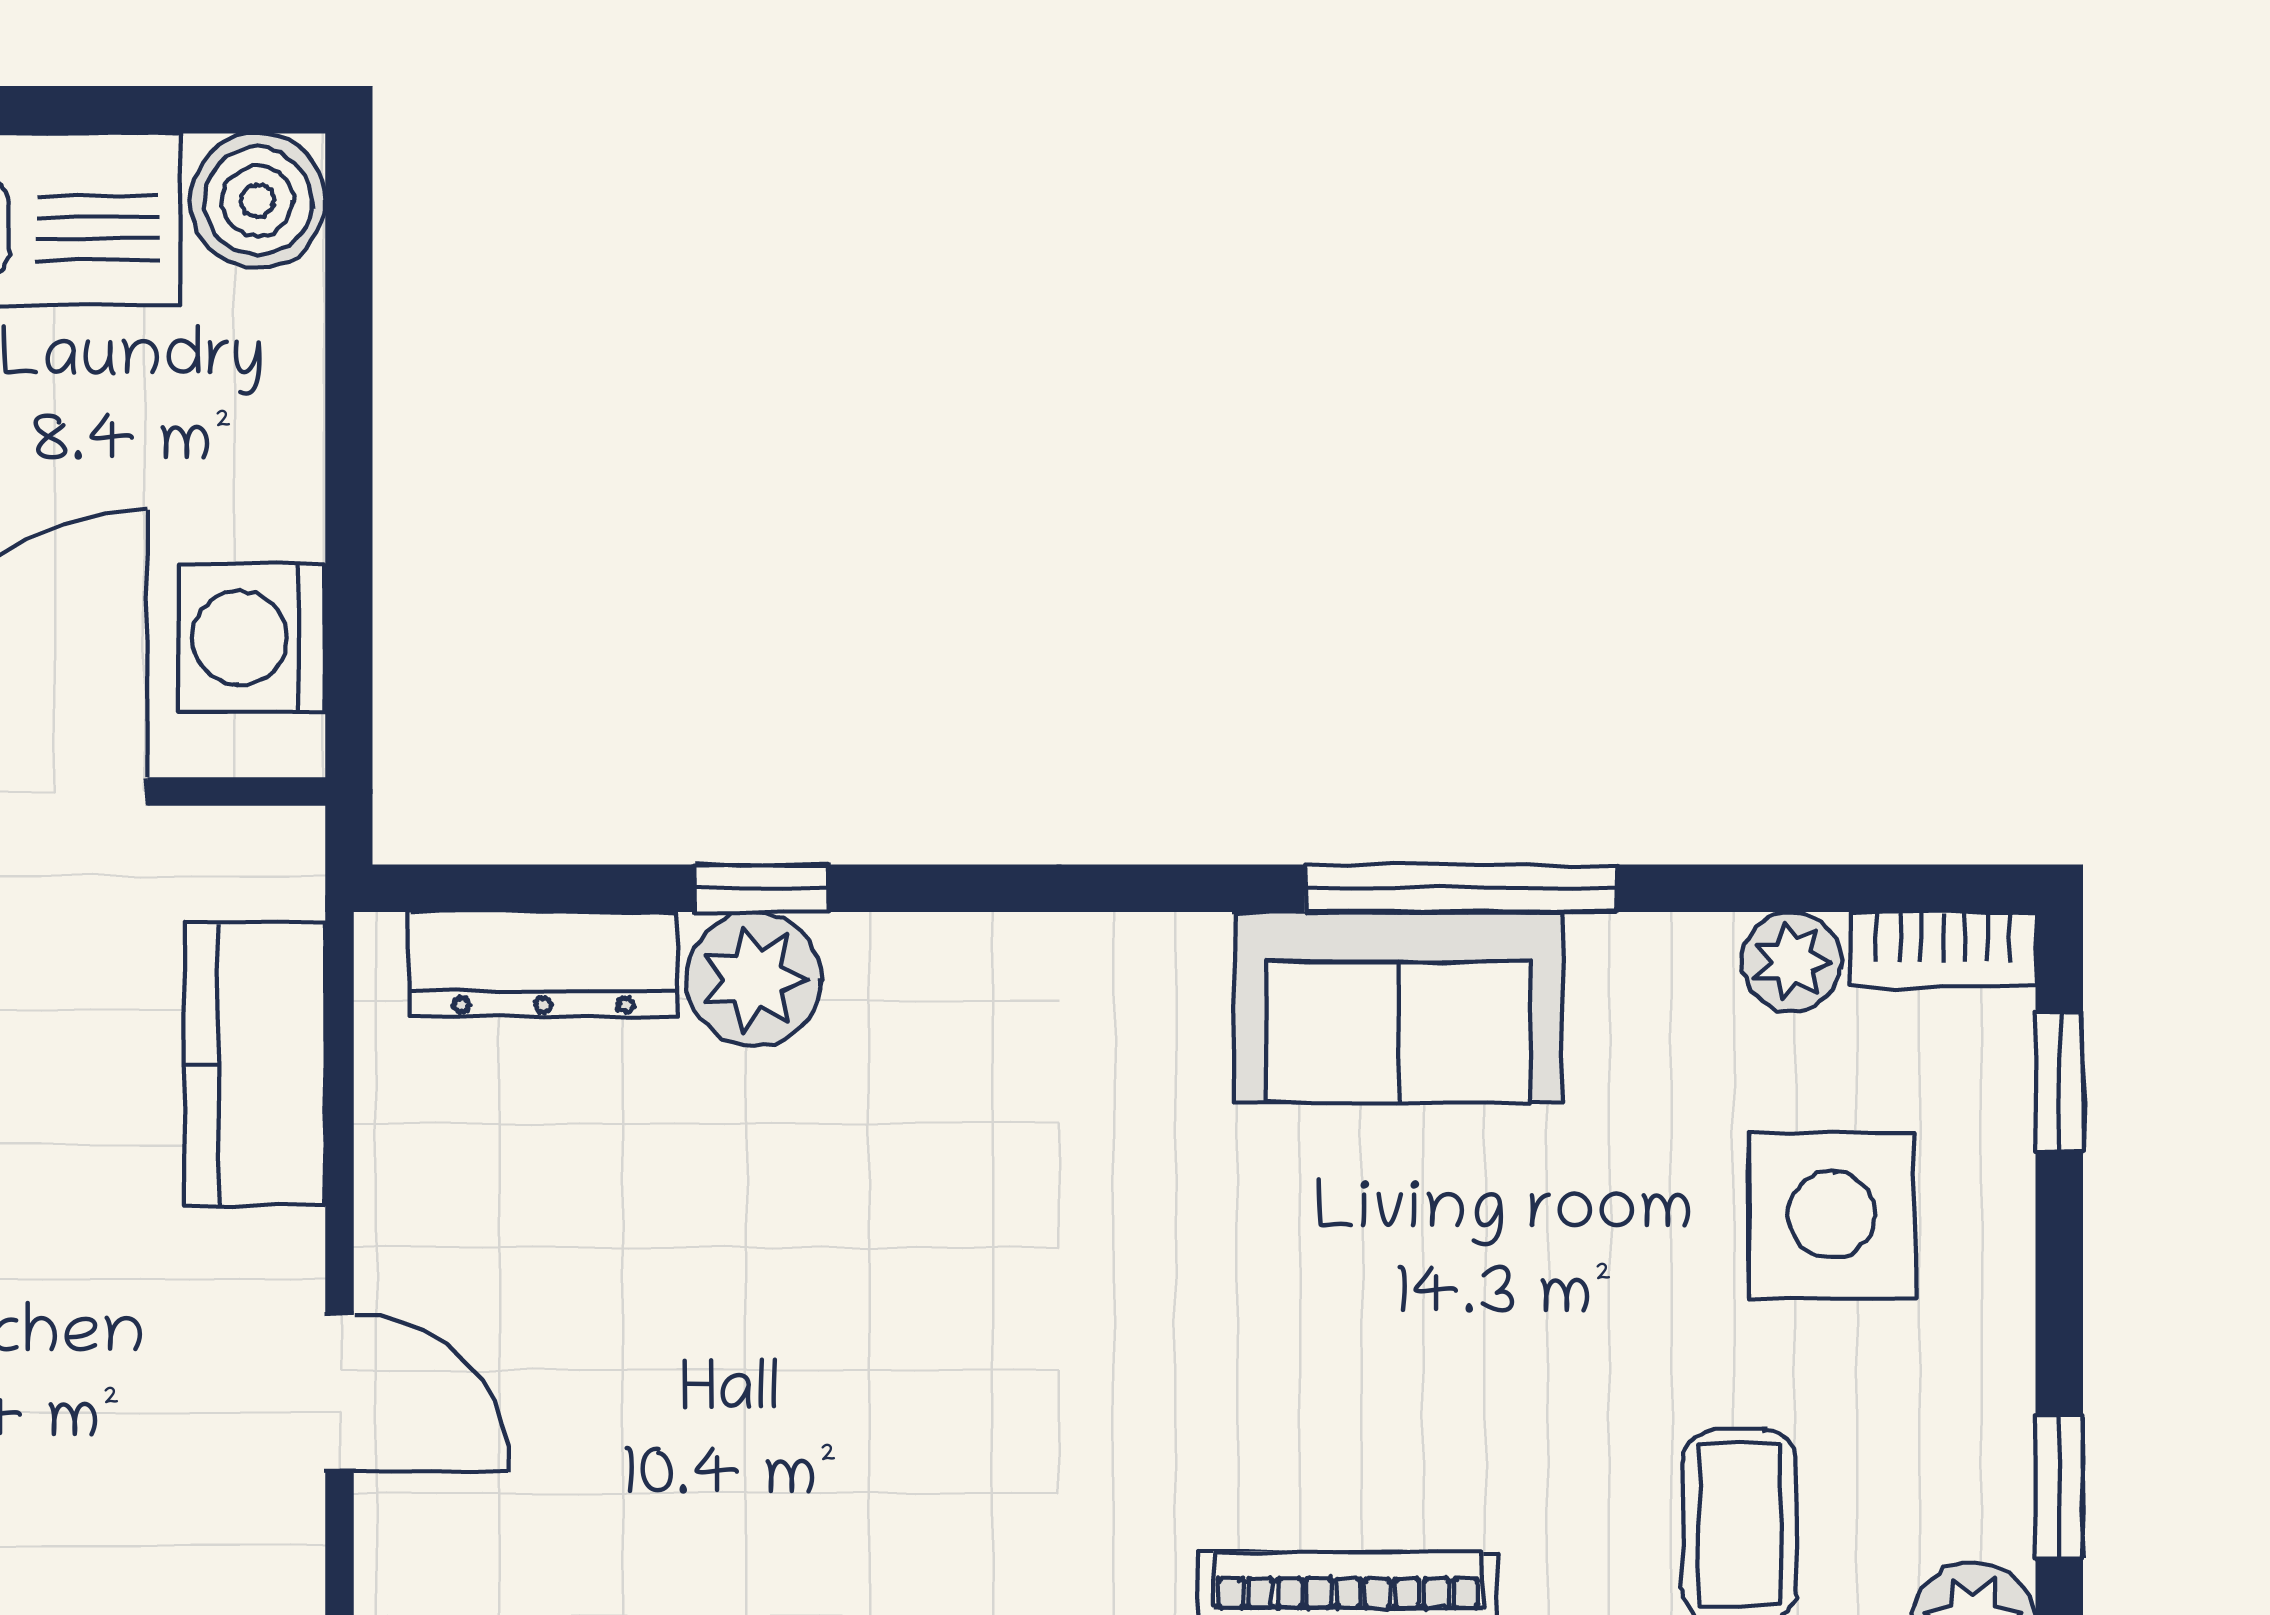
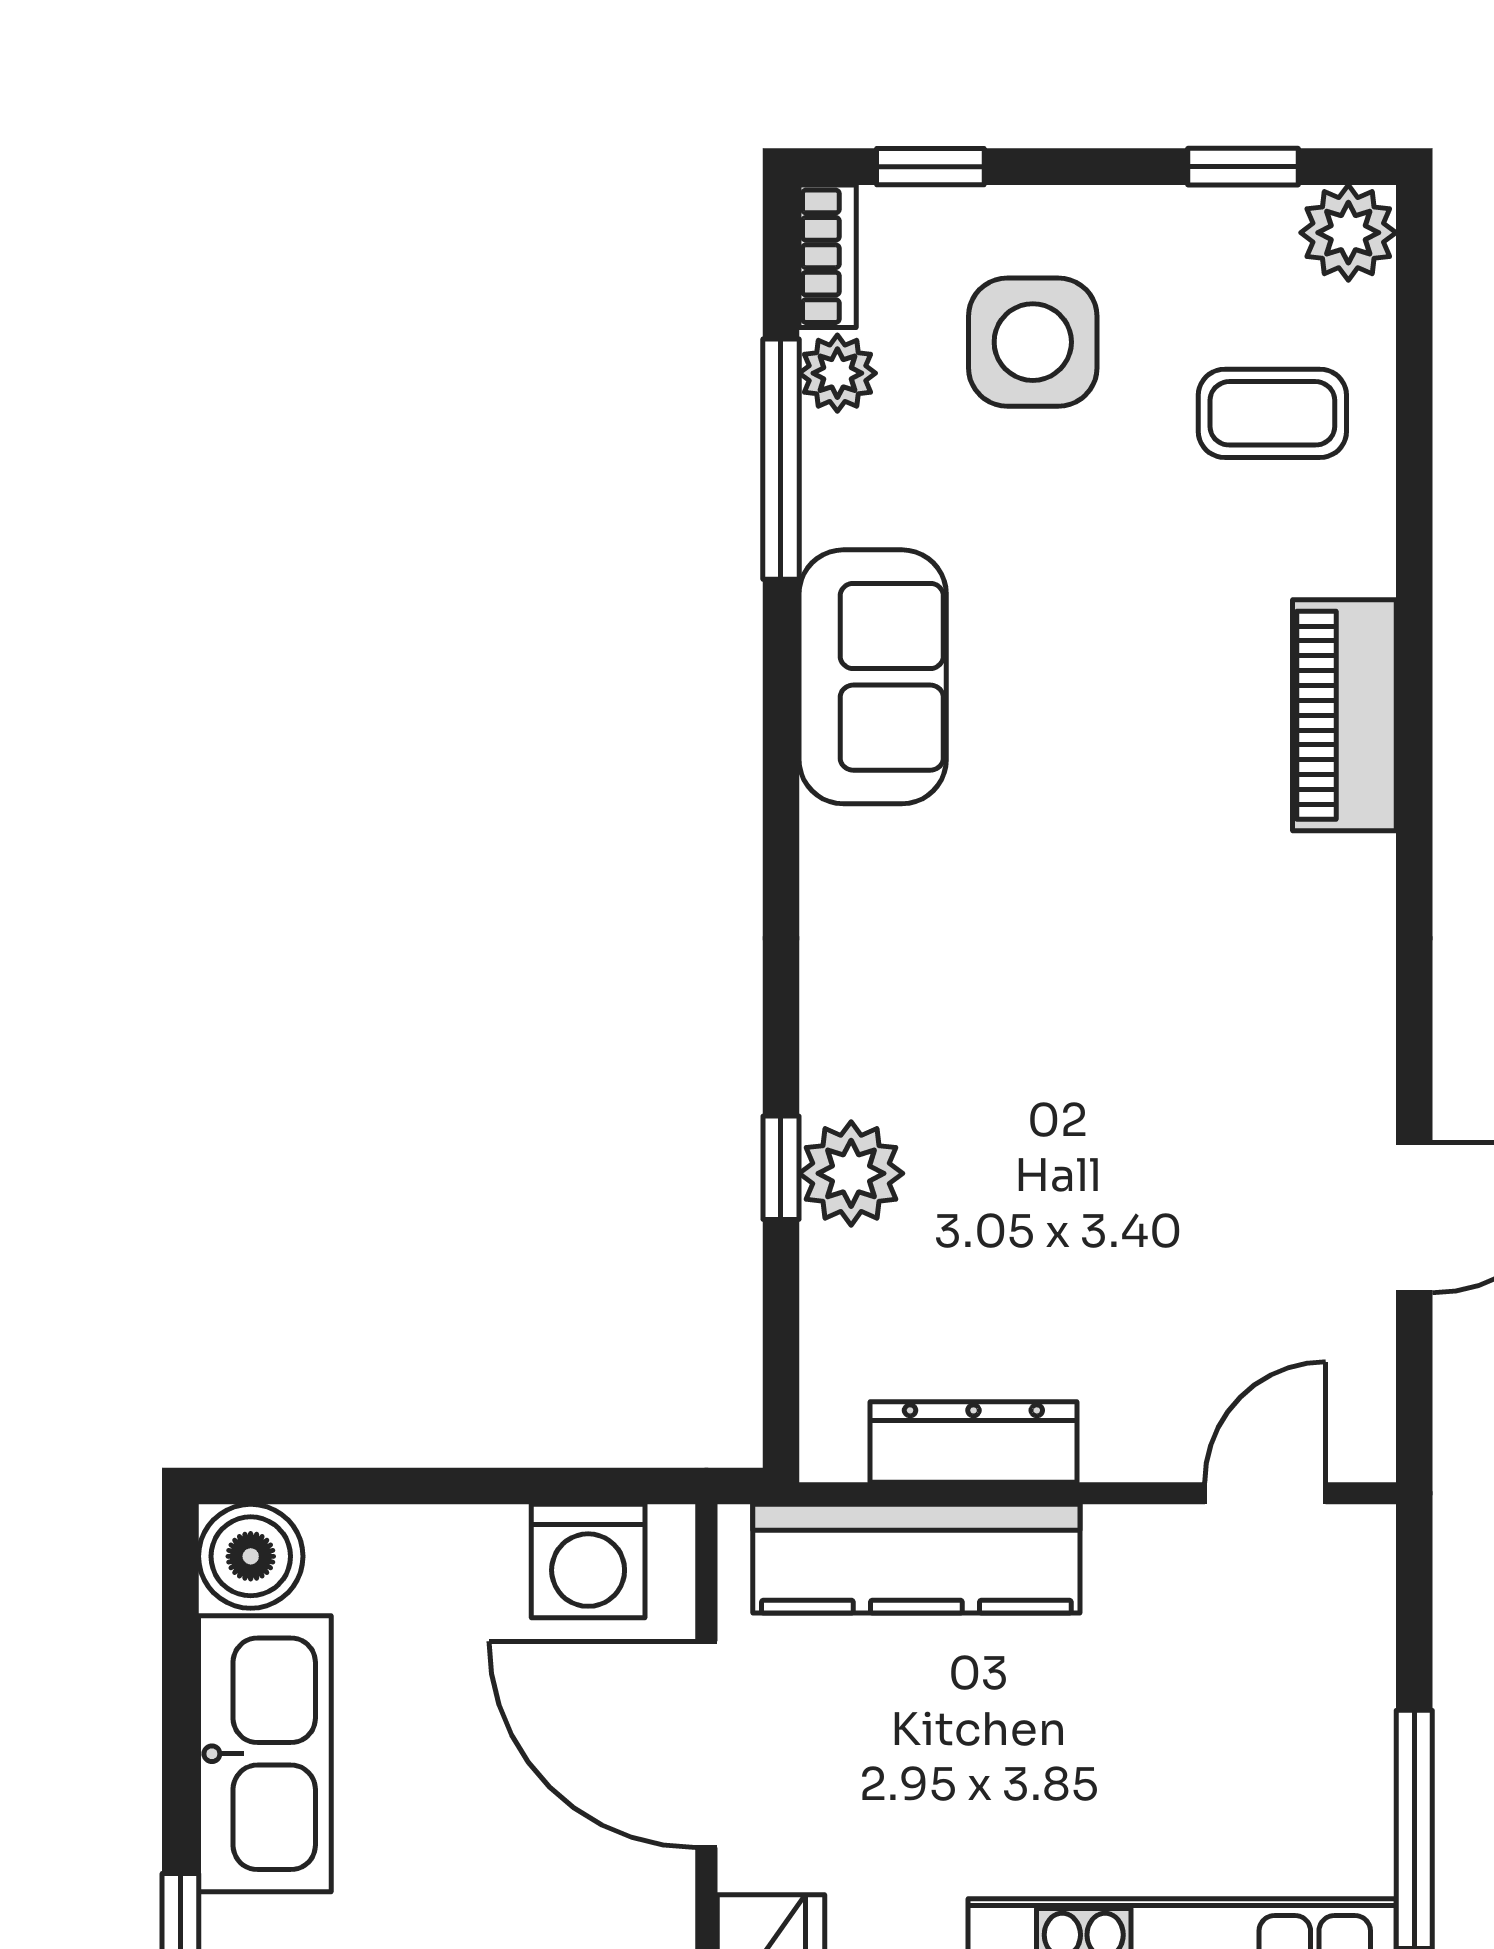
window: (1461, 888) -> (781, 459), moved
dresser: (544, 964) -> (973, 1442), moved, turned -90
kitchen counter: (255, 1064) -> (916, 1559), width x1.50
door: (339, 1393) -> (1265, 1493), moved

